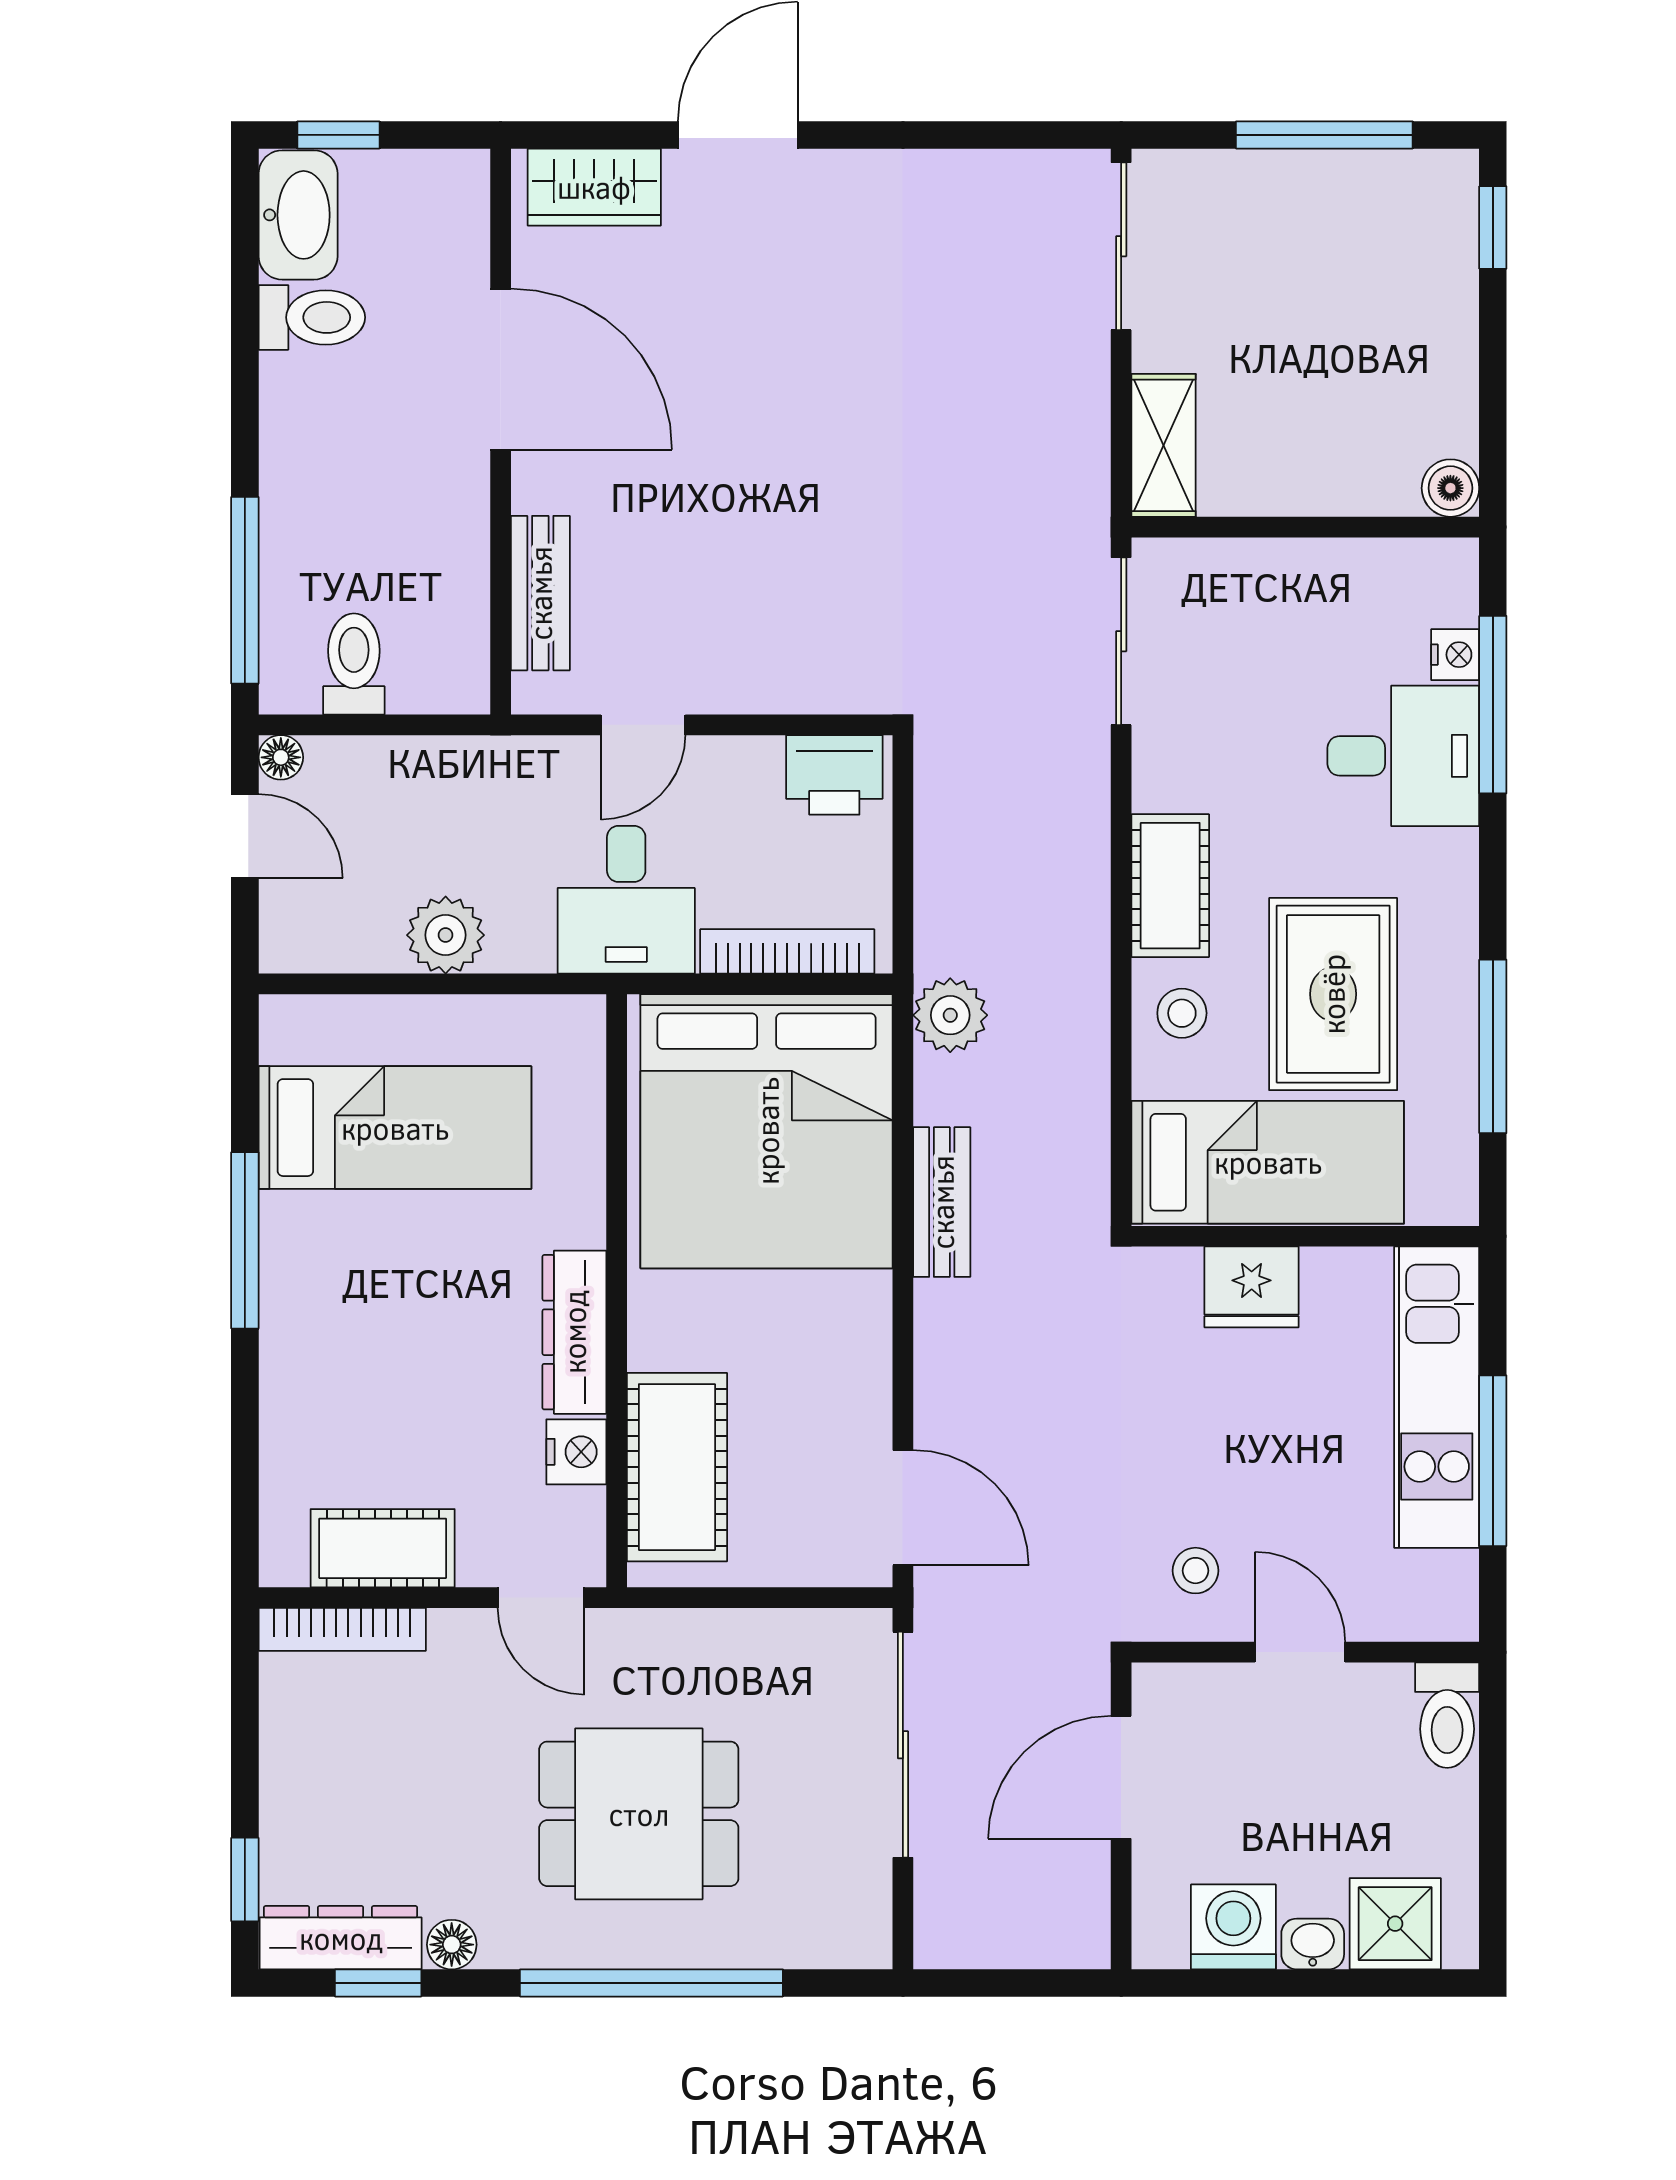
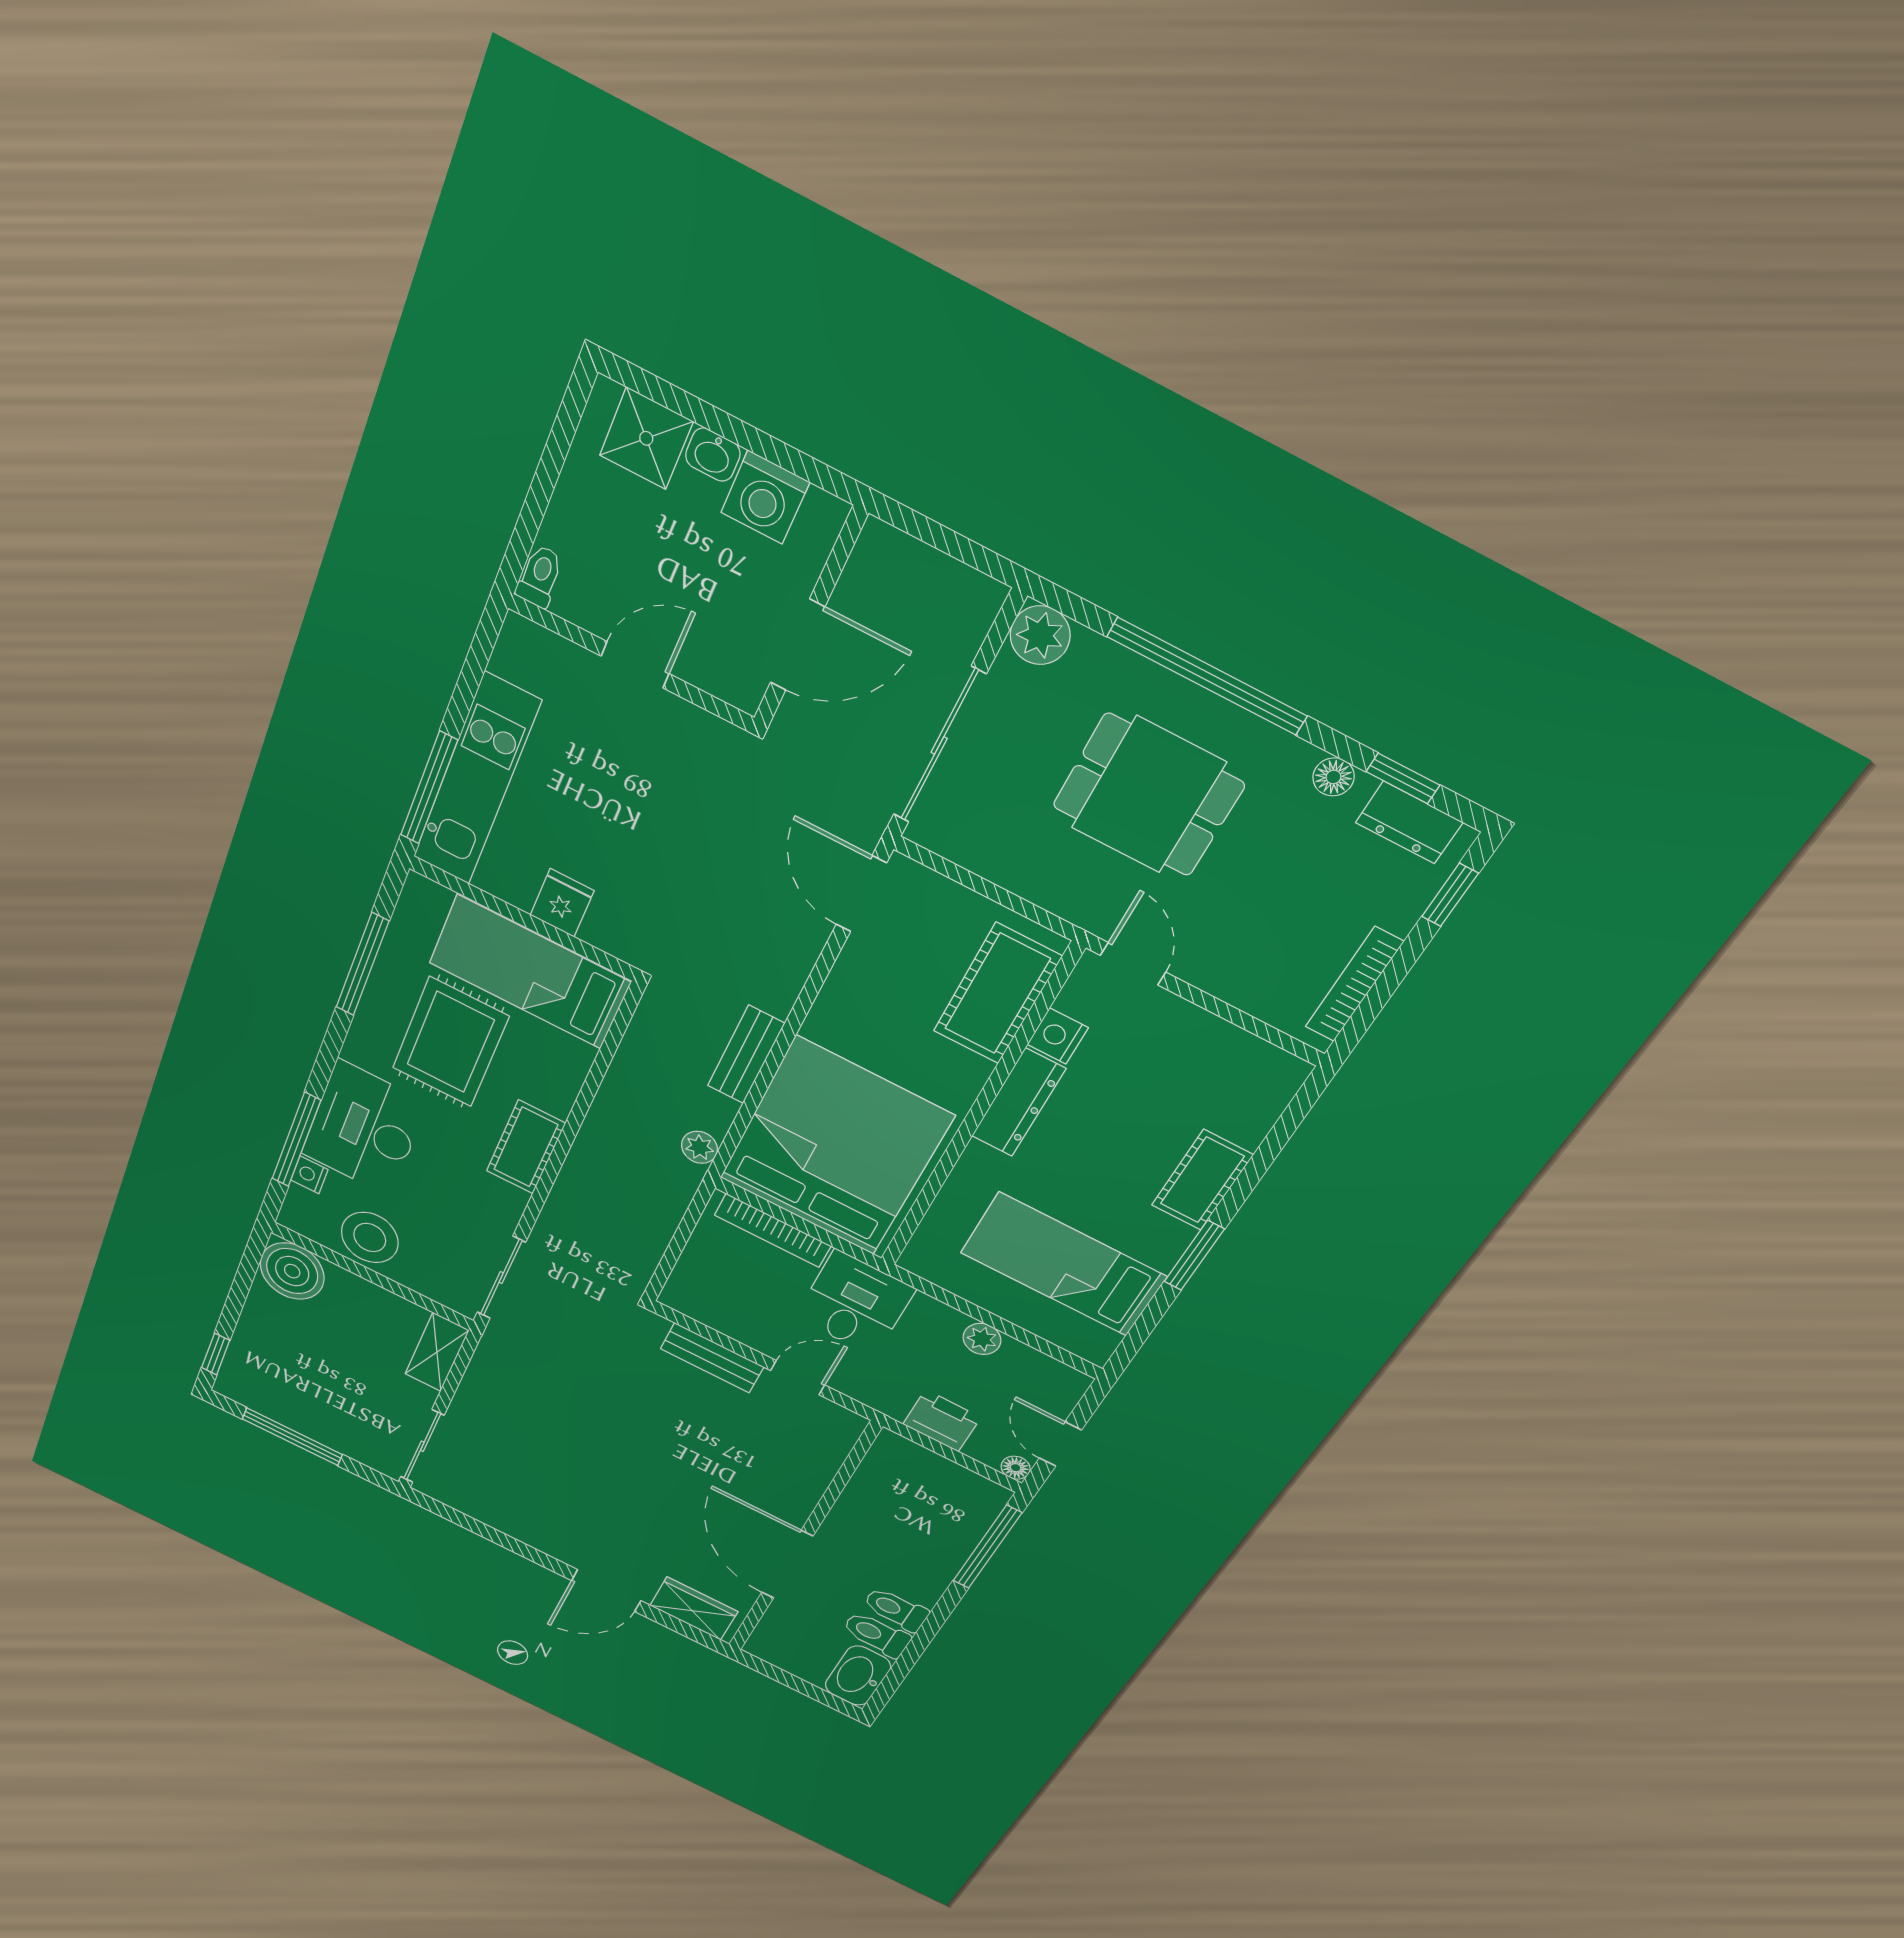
window: (338, 135) -> (817, 1694), removed
boiler: (1450, 488) -> (292, 1271), width x1.86, depth x1.86
bench: (540, 593) -> (712, 1358), moved, turned 90
toilet: (354, 664) -> (896, 1609), moved, turned 90
desk: (1403, 756) -> (364, 1128), width x1.37
printer: (834, 775) -> (942, 1421), moved
plant: (446, 935) -> (982, 1339), width x0.73, depth x0.73
stool: (1182, 1013) -> (370, 1238), moved, width x1.89, depth x1.89
plant: (950, 1015) -> (699, 1147), width x0.73, depth x0.73
window: (245, 1240) -> (1194, 1255), width x0.69
fridge: (1252, 1287) -> (562, 903), width x0.72
window: (1493, 1461) -> (429, 788), moved
cot: (383, 1548) -> (1202, 1180), moved, turned 90
stool: (1195, 1571) -> (684, 755), removed
bookcase: (342, 1629) -> (1354, 984), moved, turned -90
door: (1300, 1652) -> (635, 665), swing flipped
toilet: (1447, 1715) -> (540, 576), width x0.73, depth x0.72
plant: (856, 1932) -> (1040, 635), added
dresser: (341, 1938) -> (1409, 822), width x0.70

